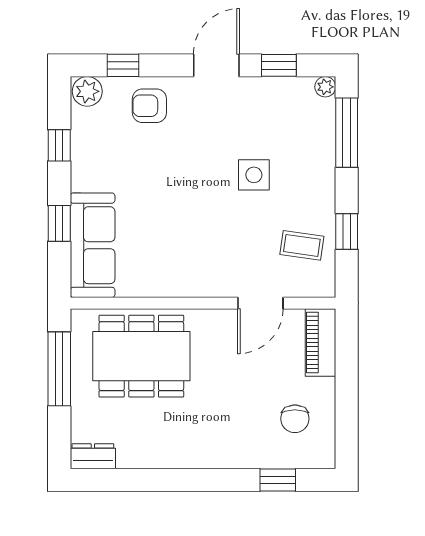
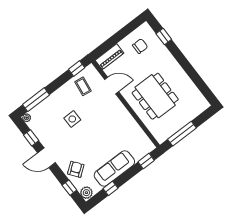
armchair: (149, 106) -> (76, 169), turned -127
window: (59, 223) -> (146, 161), moved
window: (347, 231) -> (77, 69), moved
sofa: (93, 245) -> (114, 168), moved
dining table: (141, 356) -> (155, 96), moved
dresser: (93, 456) -> (202, 101), removed

